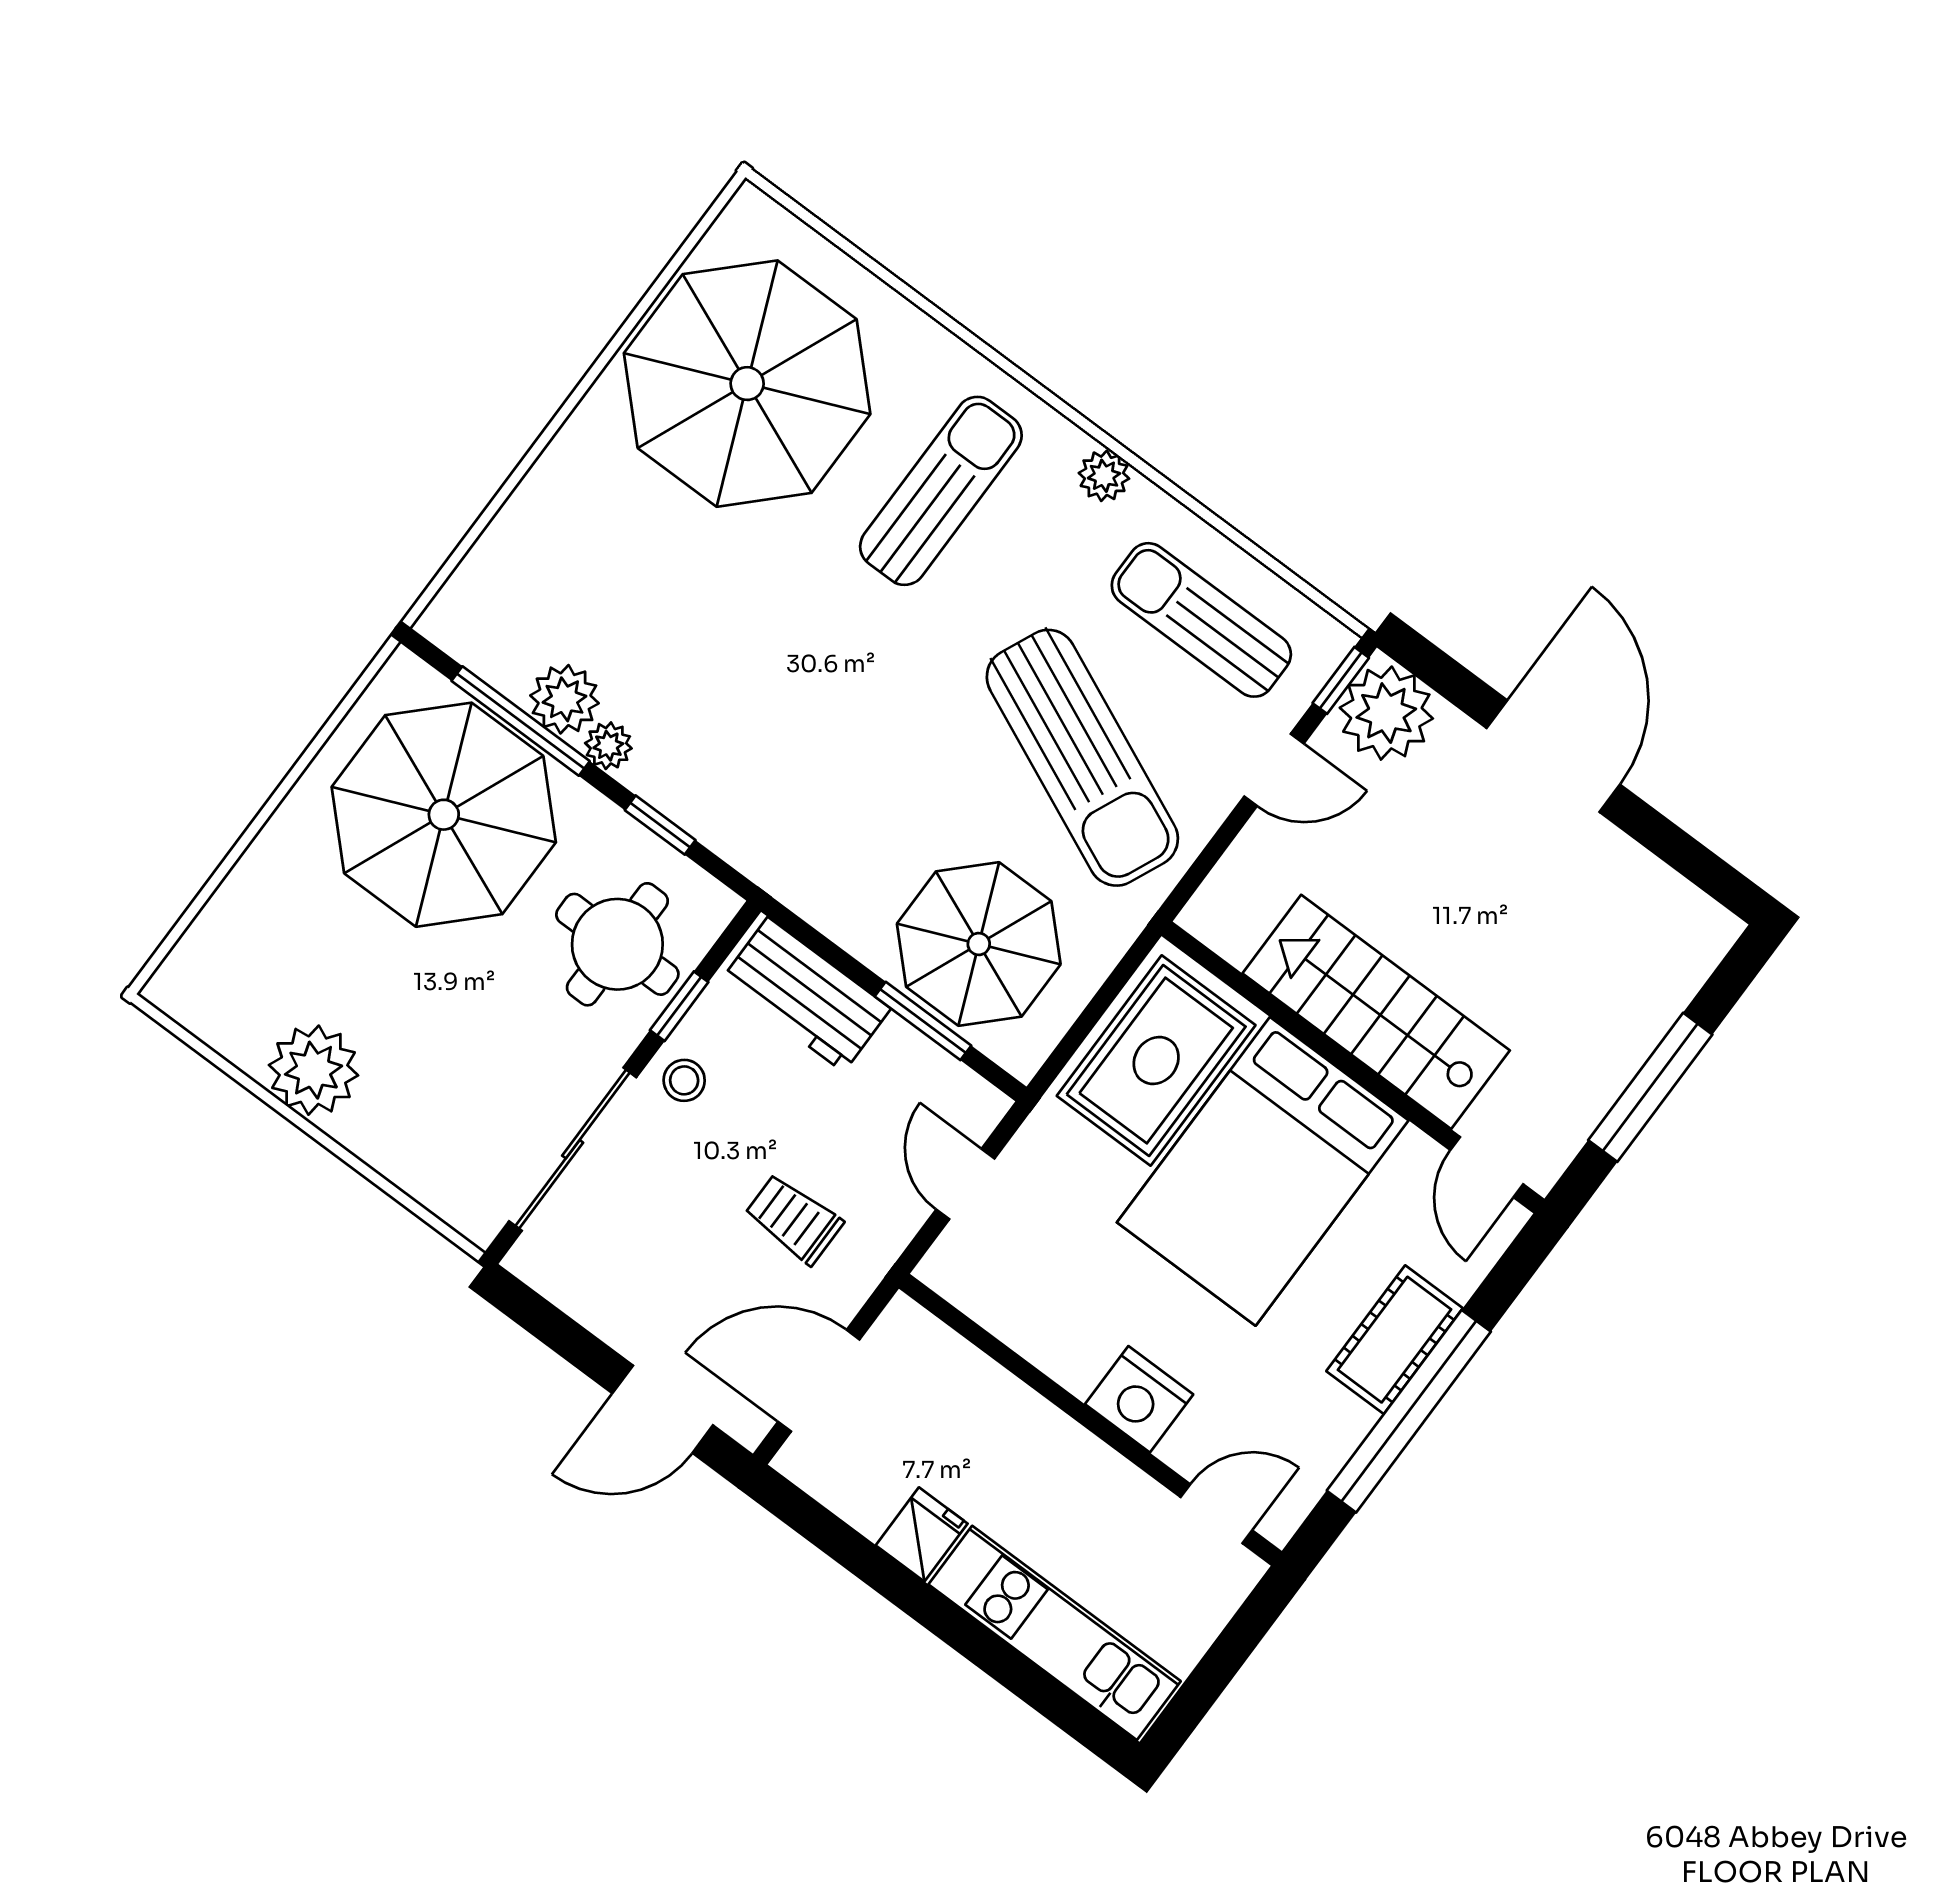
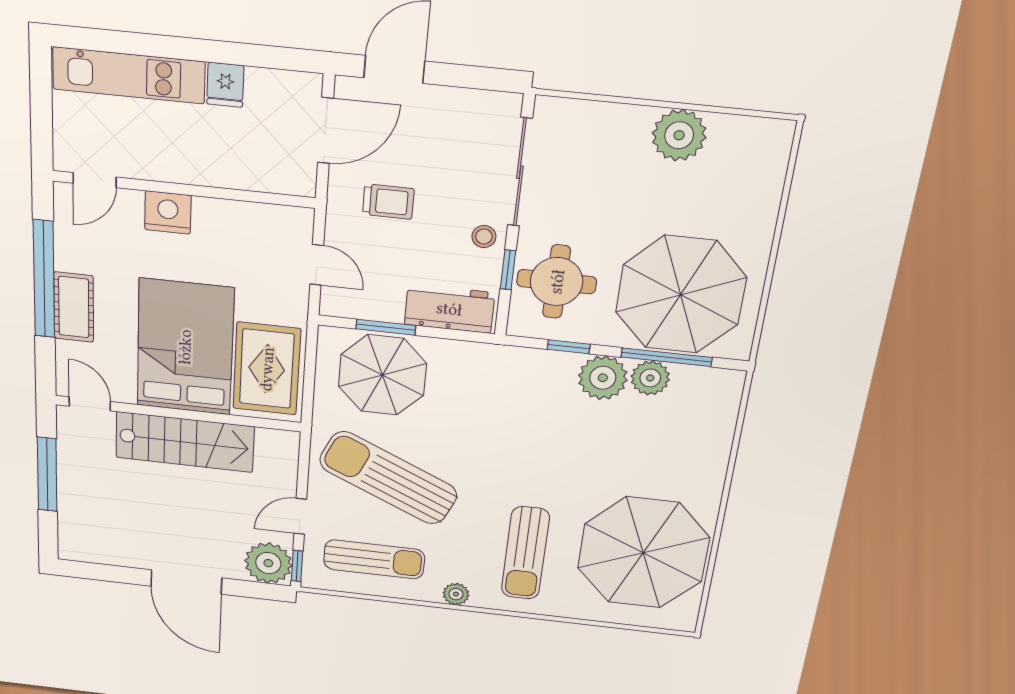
plant: (608, 746) -> (603, 378), width x1.88, depth x1.88

